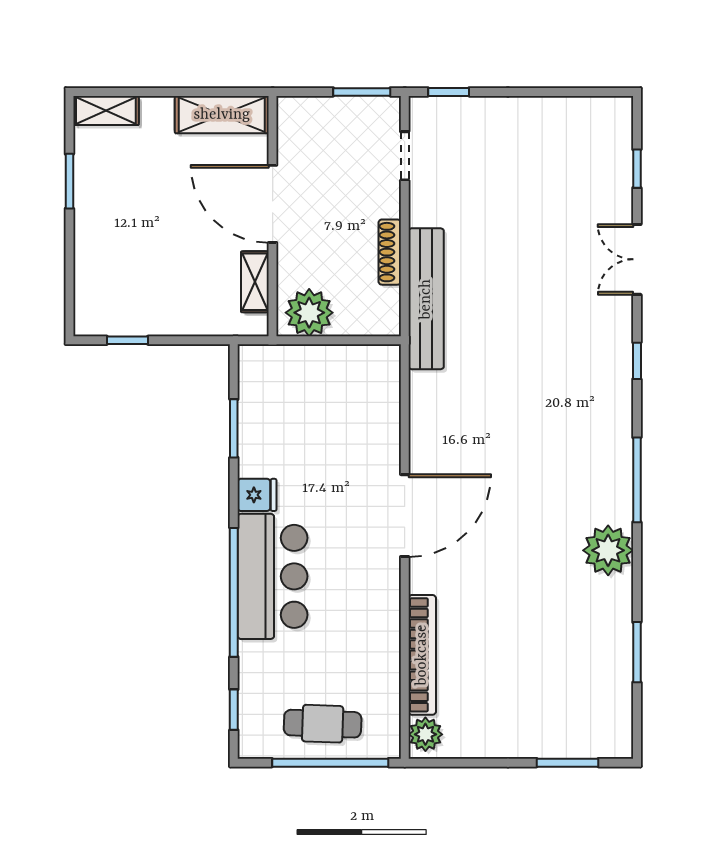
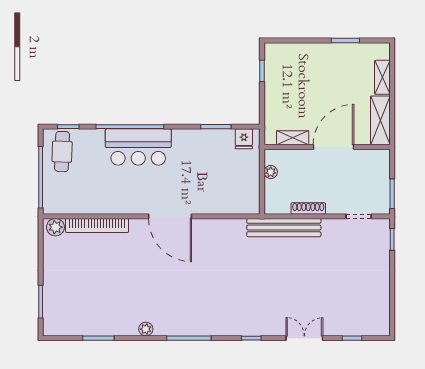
shelving: (106, 111) -> (382, 77), moved
plant: (309, 313) -> (271, 172), width x0.53, depth x0.53
fridge: (257, 495) -> (244, 139), moved
plant: (608, 550) -> (146, 329), width x0.53, depth x0.53
cafe table: (323, 724) -> (62, 152), moved

